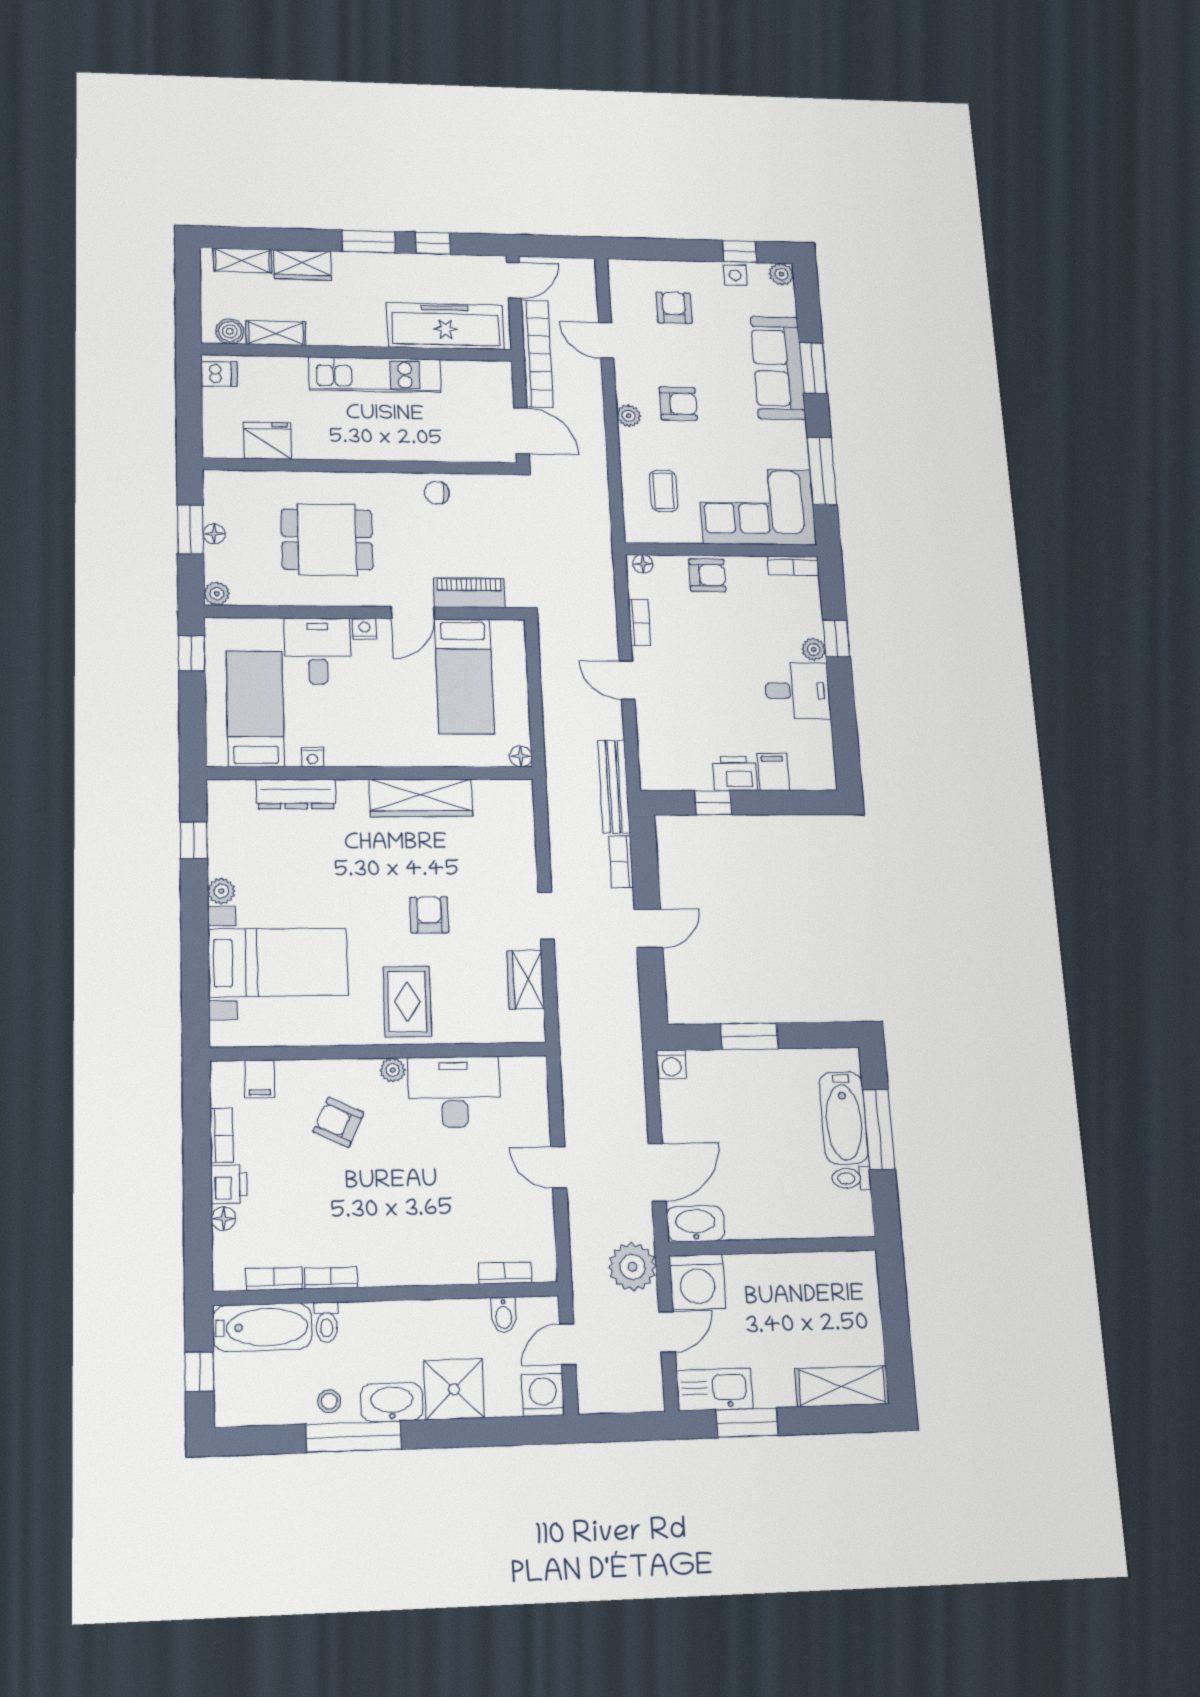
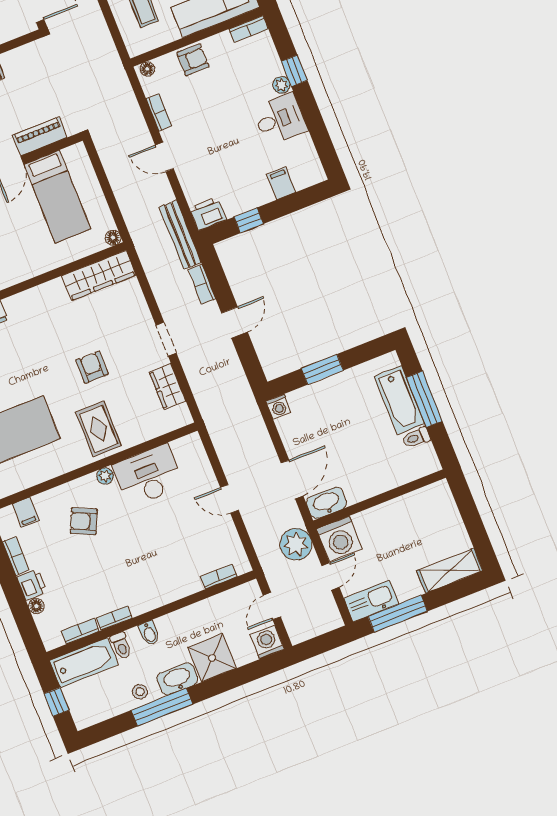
printer: (735, 773) -> (208, 214), moved
wardrobe: (421, 798) -> (99, 275), moved
bidet: (504, 1315) -> (149, 633), moved
window: (747, 1423) -> (398, 614), width x1.44

